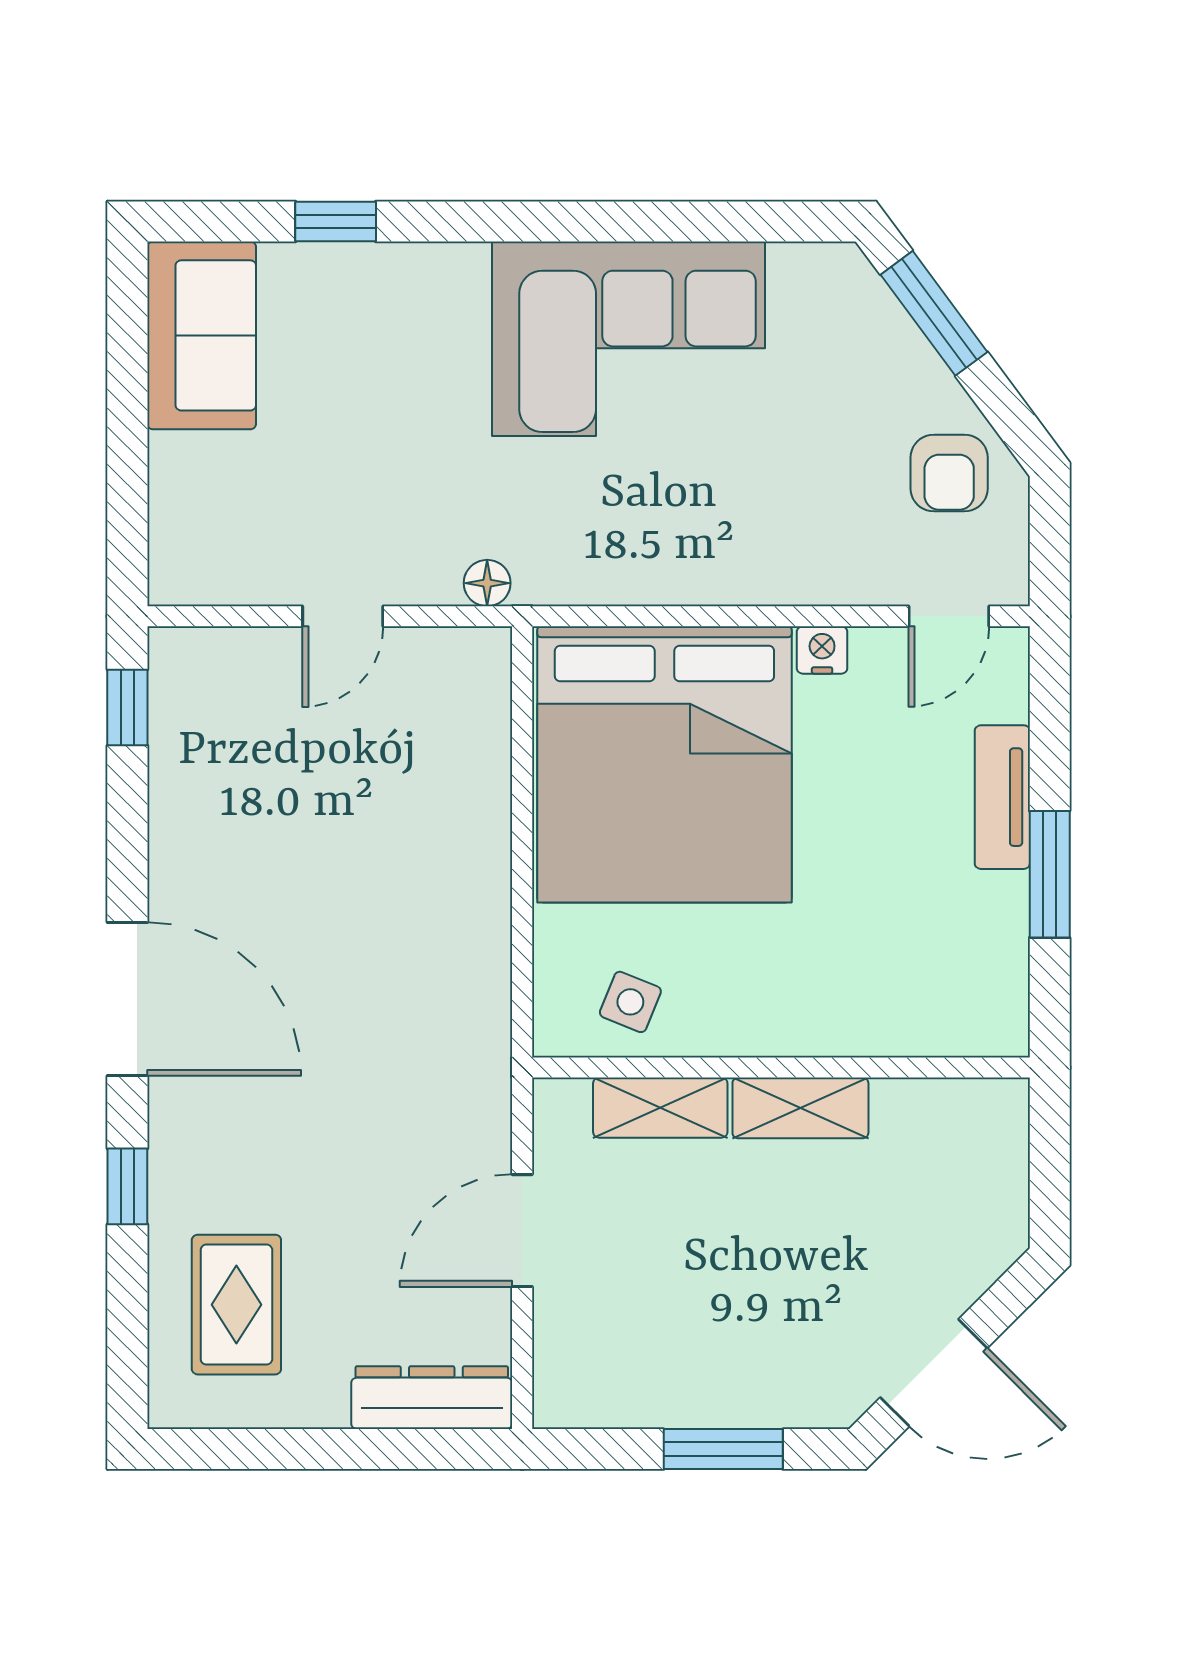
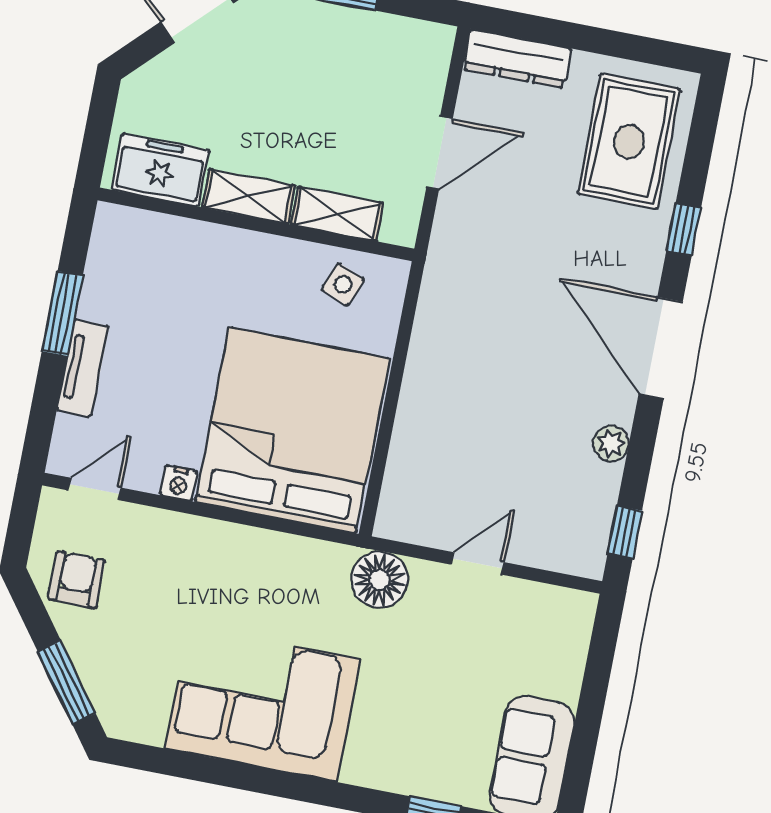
floor lamp: (487, 583) -> (380, 580), width x1.89, depth x1.89
plant: (175, 838) -> (611, 444), added
freezer: (943, 1122) -> (160, 170), added
rug: (236, 1305) -> (629, 141), width x1.36, depth x1.43

